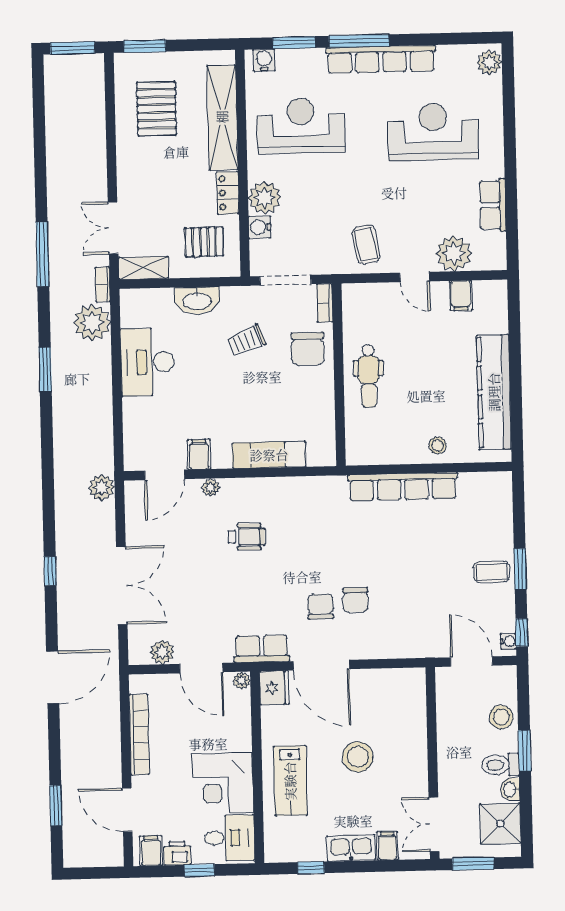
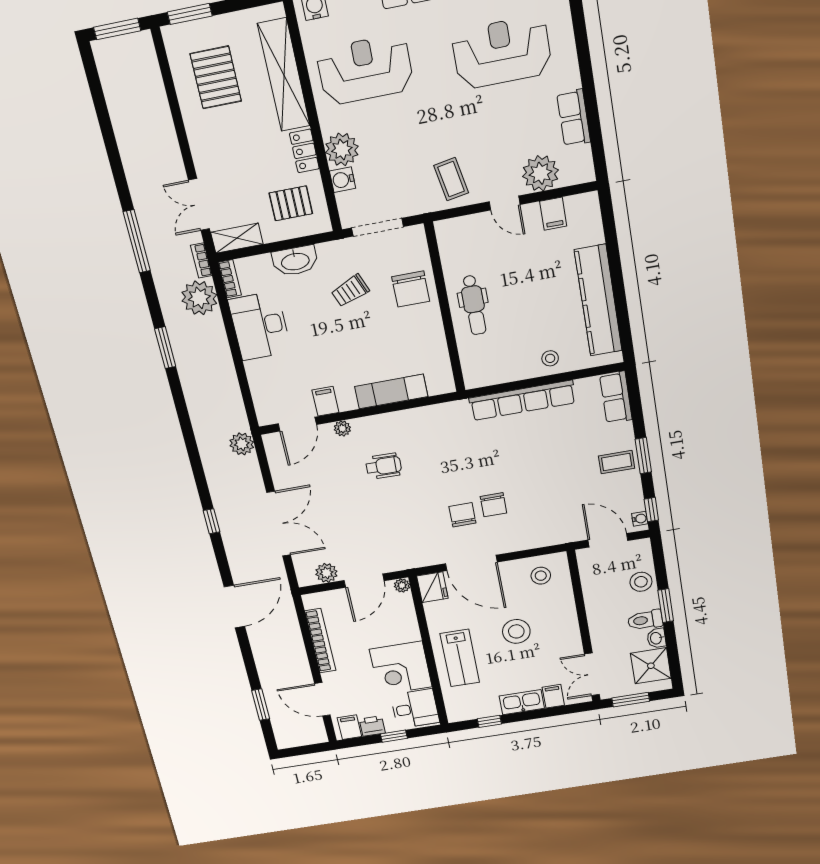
bookcase: (325, 303) -> (230, 279), moved, turned 180
row of seats: (262, 649) -> (616, 397), moved, turned -90
door: (201, 668) -> (364, 581), hinge flipped
stool: (394, 692) -> (541, 576), added

